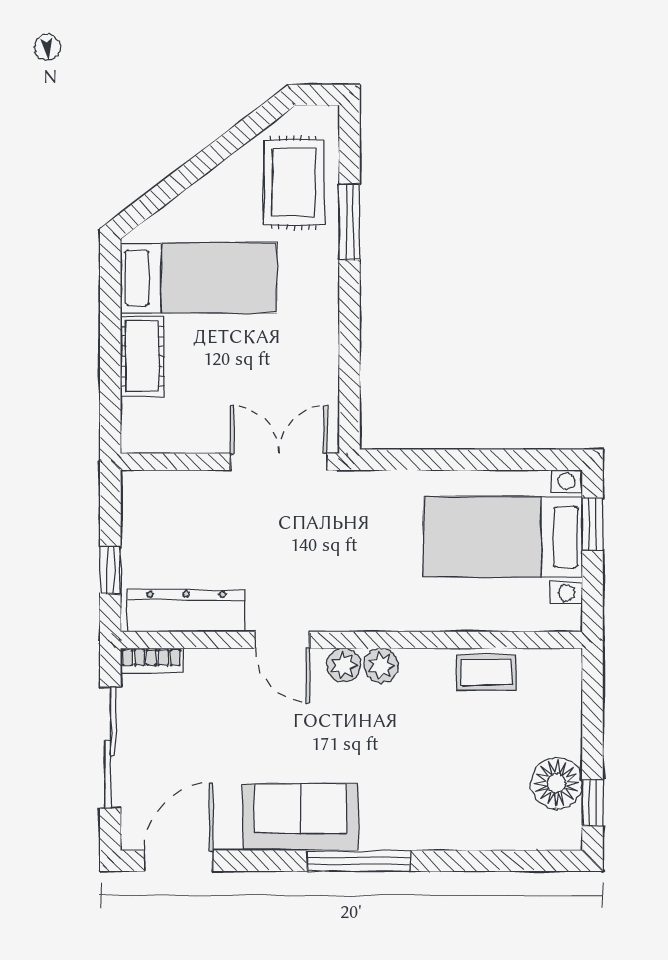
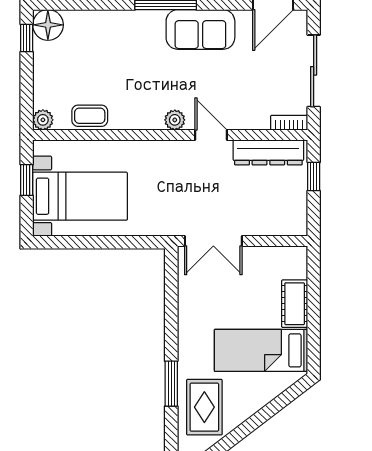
window: (593, 524) -> (27, 180), moved
plant: (381, 665) -> (43, 120), moved
floor lamp: (557, 783) -> (48, 25), moved

